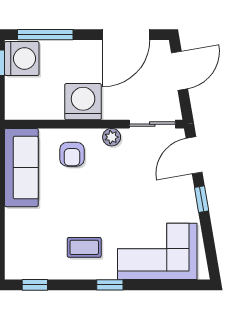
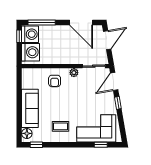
door: (126, 35) -> (81, 23), hinge flipped
washing machine: (83, 102) -> (31, 52), moved, turned 90
sofa: (21, 168) -> (30, 108), moved
floor lamp: (15, 262) -> (27, 133), added
window: (110, 285) -> (101, 145), moved

